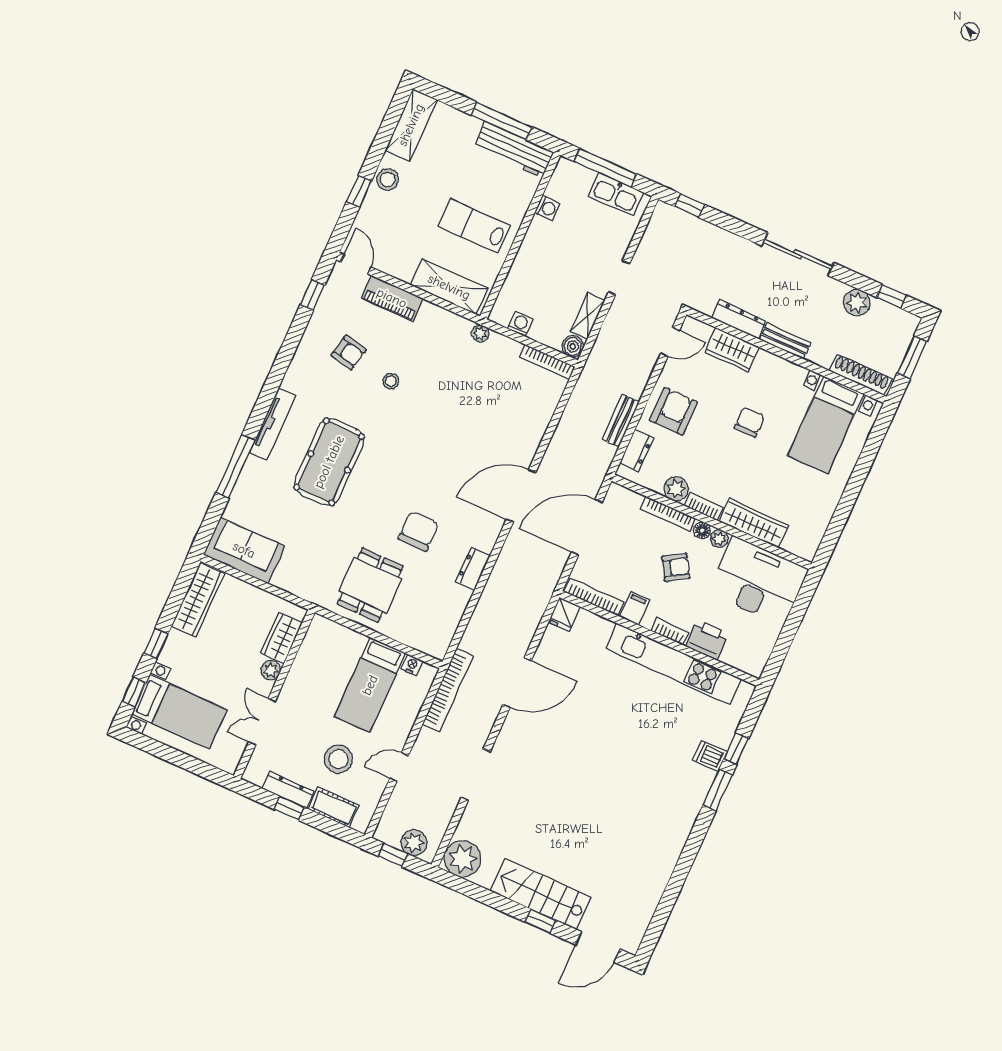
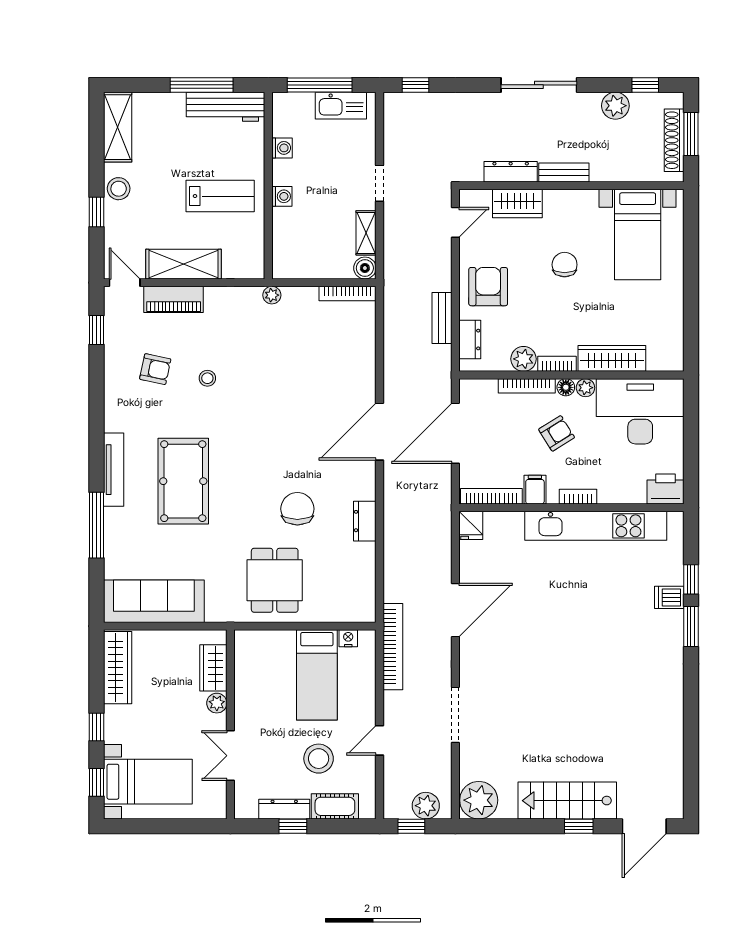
lab bench: (474, 226) -> (220, 196), turned 180
shelving: (449, 287) -> (183, 264), moved
washing machine: (520, 324) -> (282, 196), moved, turned 90
shoe rack: (861, 375) -> (674, 140), moved, turned -90
sofa: (244, 550) -> (154, 601), width x1.36
printer: (707, 640) -> (666, 489), moved

